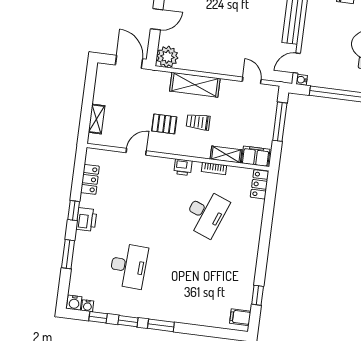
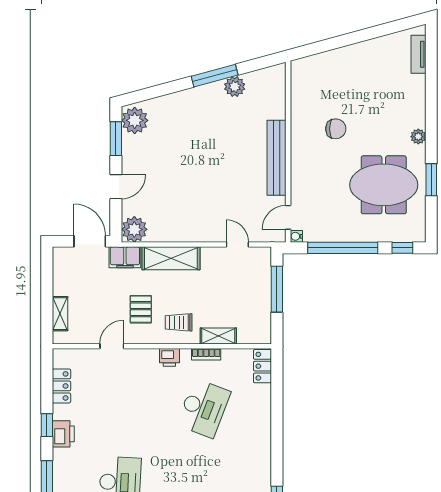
trolley: (198, 122) -> (179, 322), moved
pallet: (164, 124) -> (141, 309), turned 90
filing cabinet: (256, 156) -> (125, 257), moved, turned 180

